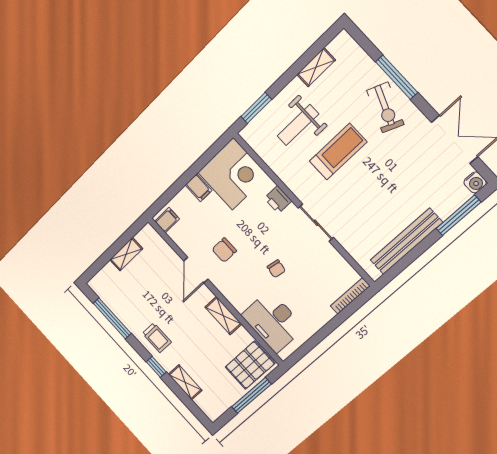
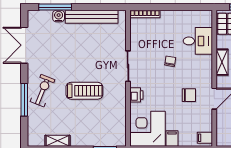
weight bench: (298, 125) -> (92, 122), removed
treadmill: (338, 152) -> (84, 91), turned 180
water cooler: (475, 182) -> (59, 16), moved
desk: (273, 322) -> (198, 41), width x0.73

